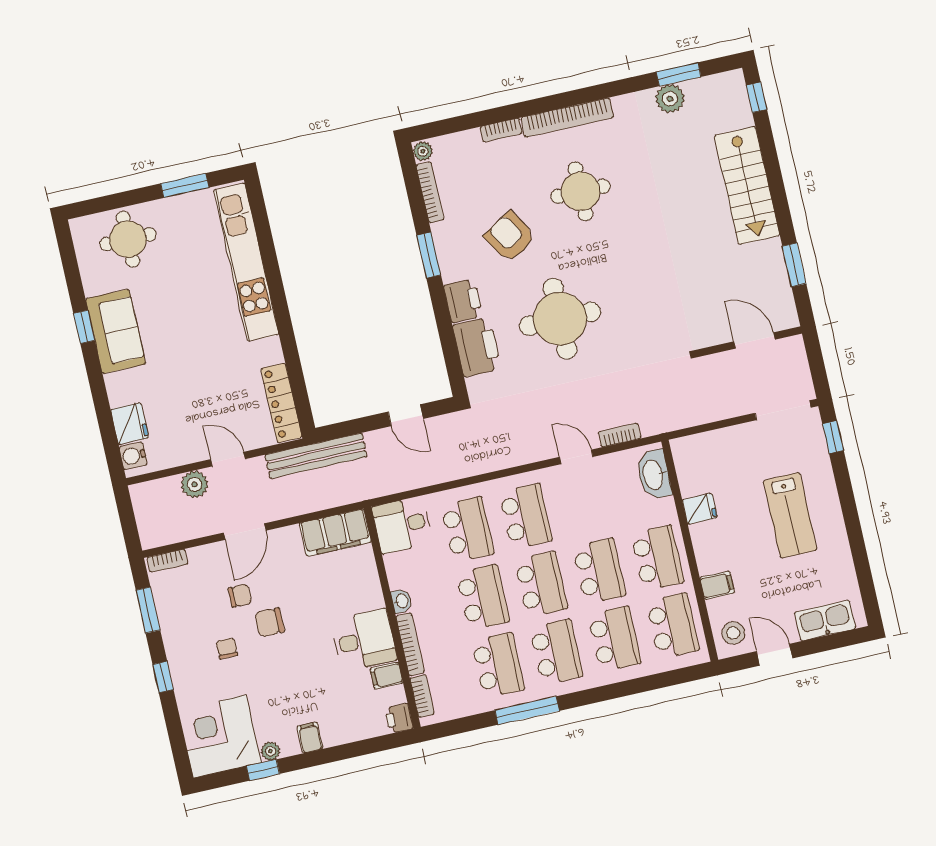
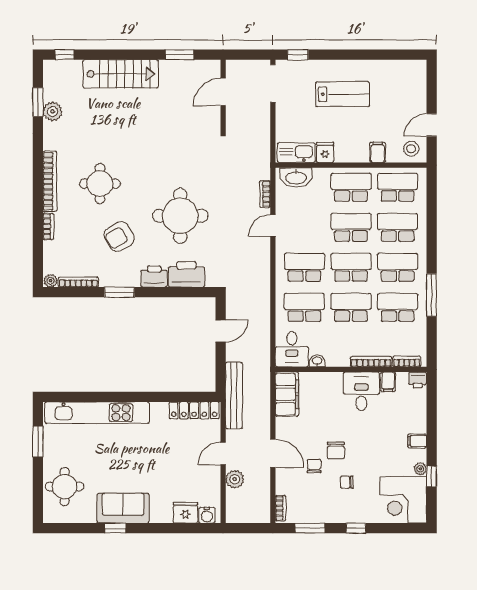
washbasin: (402, 601) -> (317, 361), moved
kitchen sink: (825, 621) -> (296, 153), moved, turned 90

